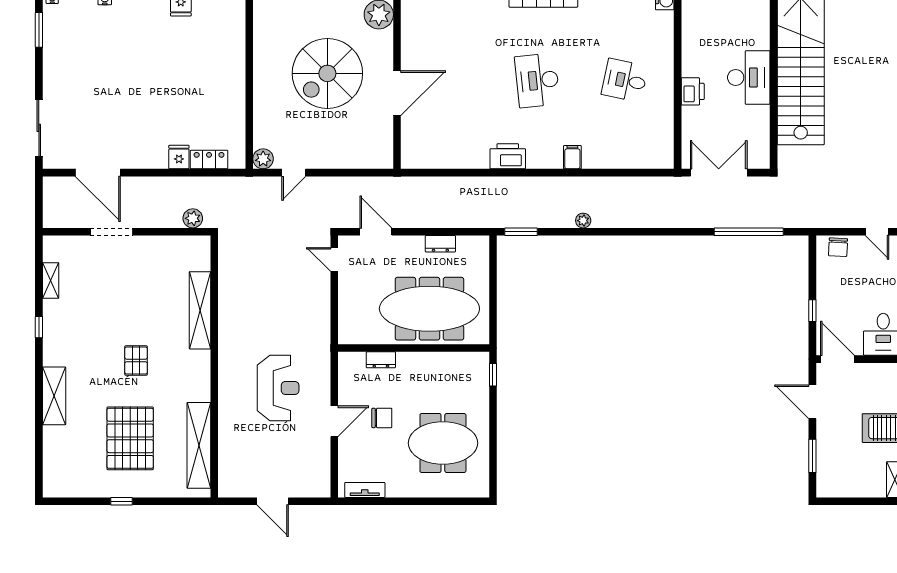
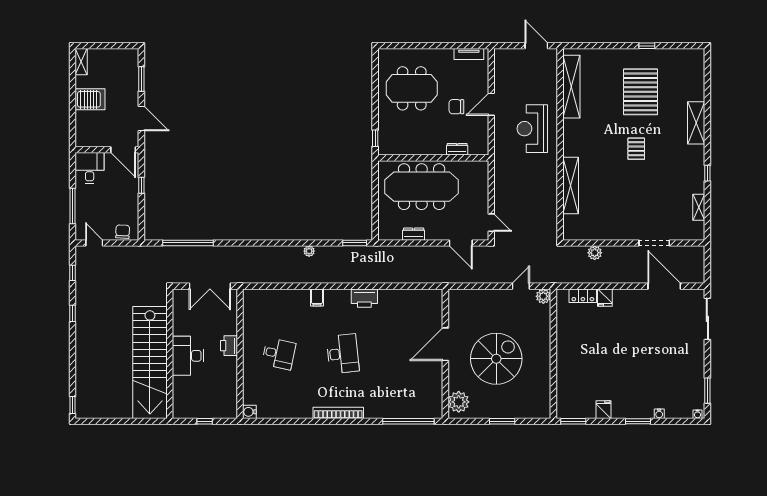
shelving: (200, 310) -> (571, 185), moved
wall: (214, 366) -> (560, 144), moved
shelving: (199, 445) -> (571, 87), moved

